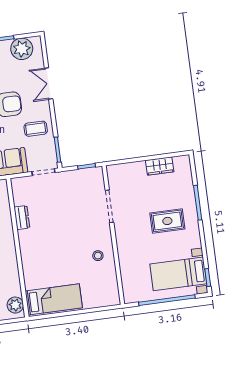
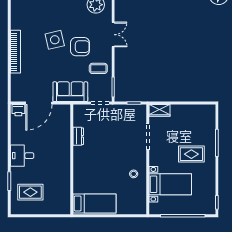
double door: (49, 84) -> (113, 35), swing flipped
wardrobe: (160, 166) -> (159, 110), moved
bed with nightstands: (178, 274) -> (170, 184), moved, turned 180
plant: (15, 305) -> (64, 204), removed

